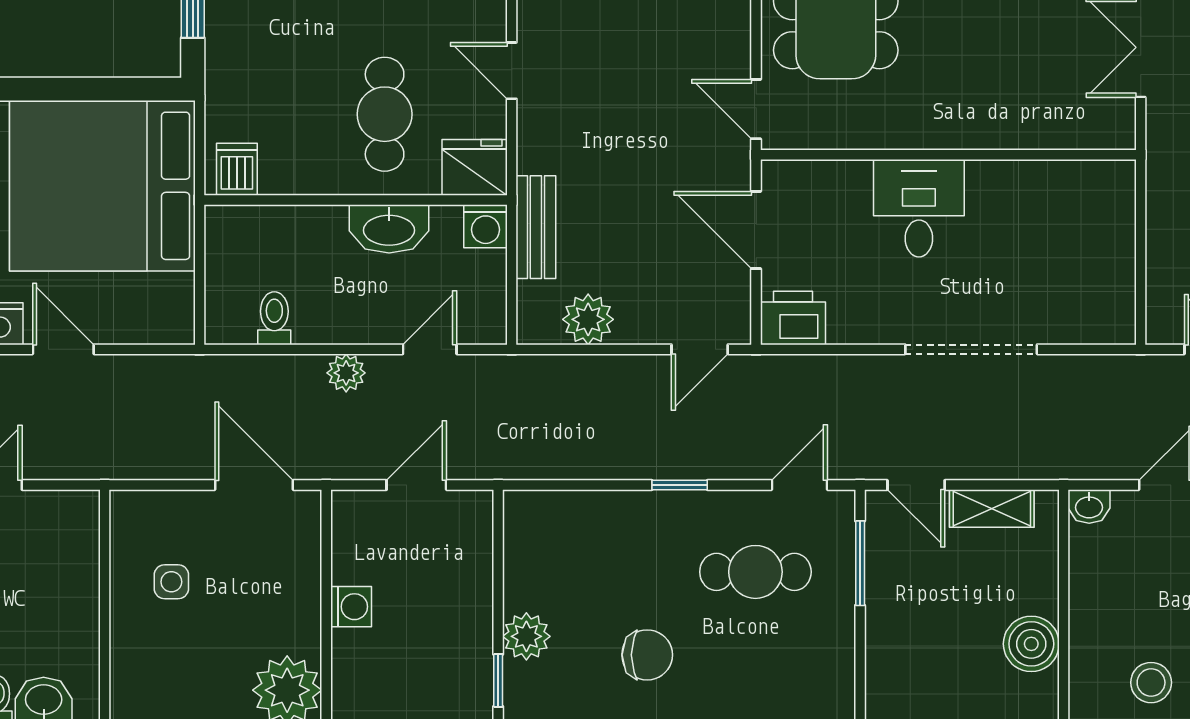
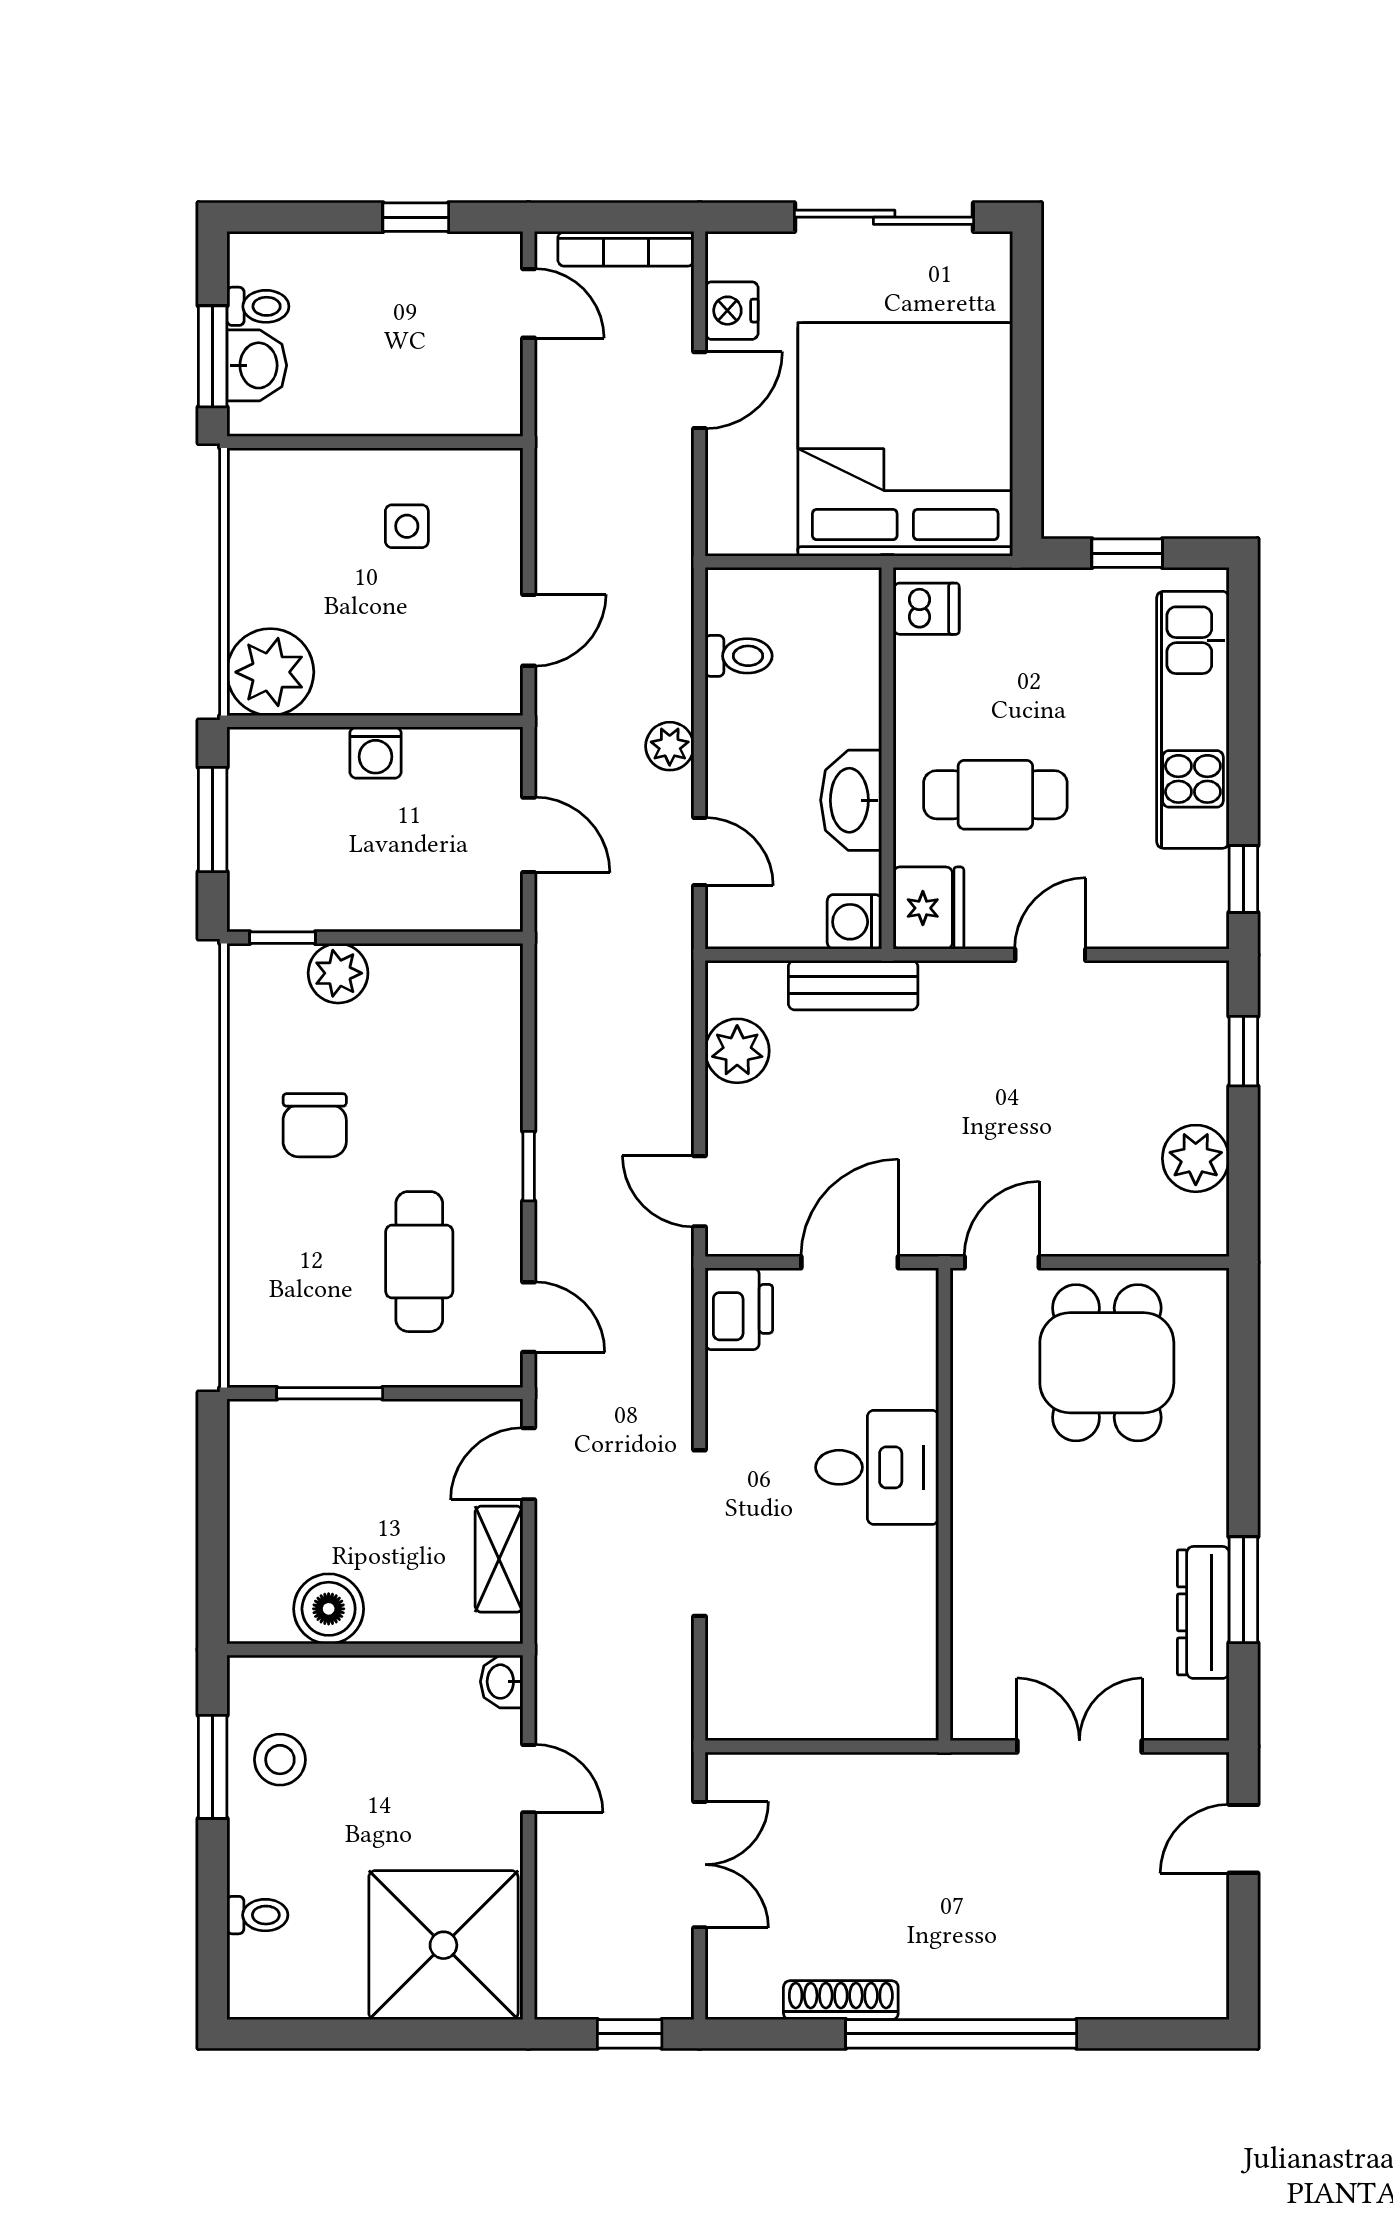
door: (254, 485) -> (529, 630), width x0.73
window: (860, 563) -> (330, 1393), moved

